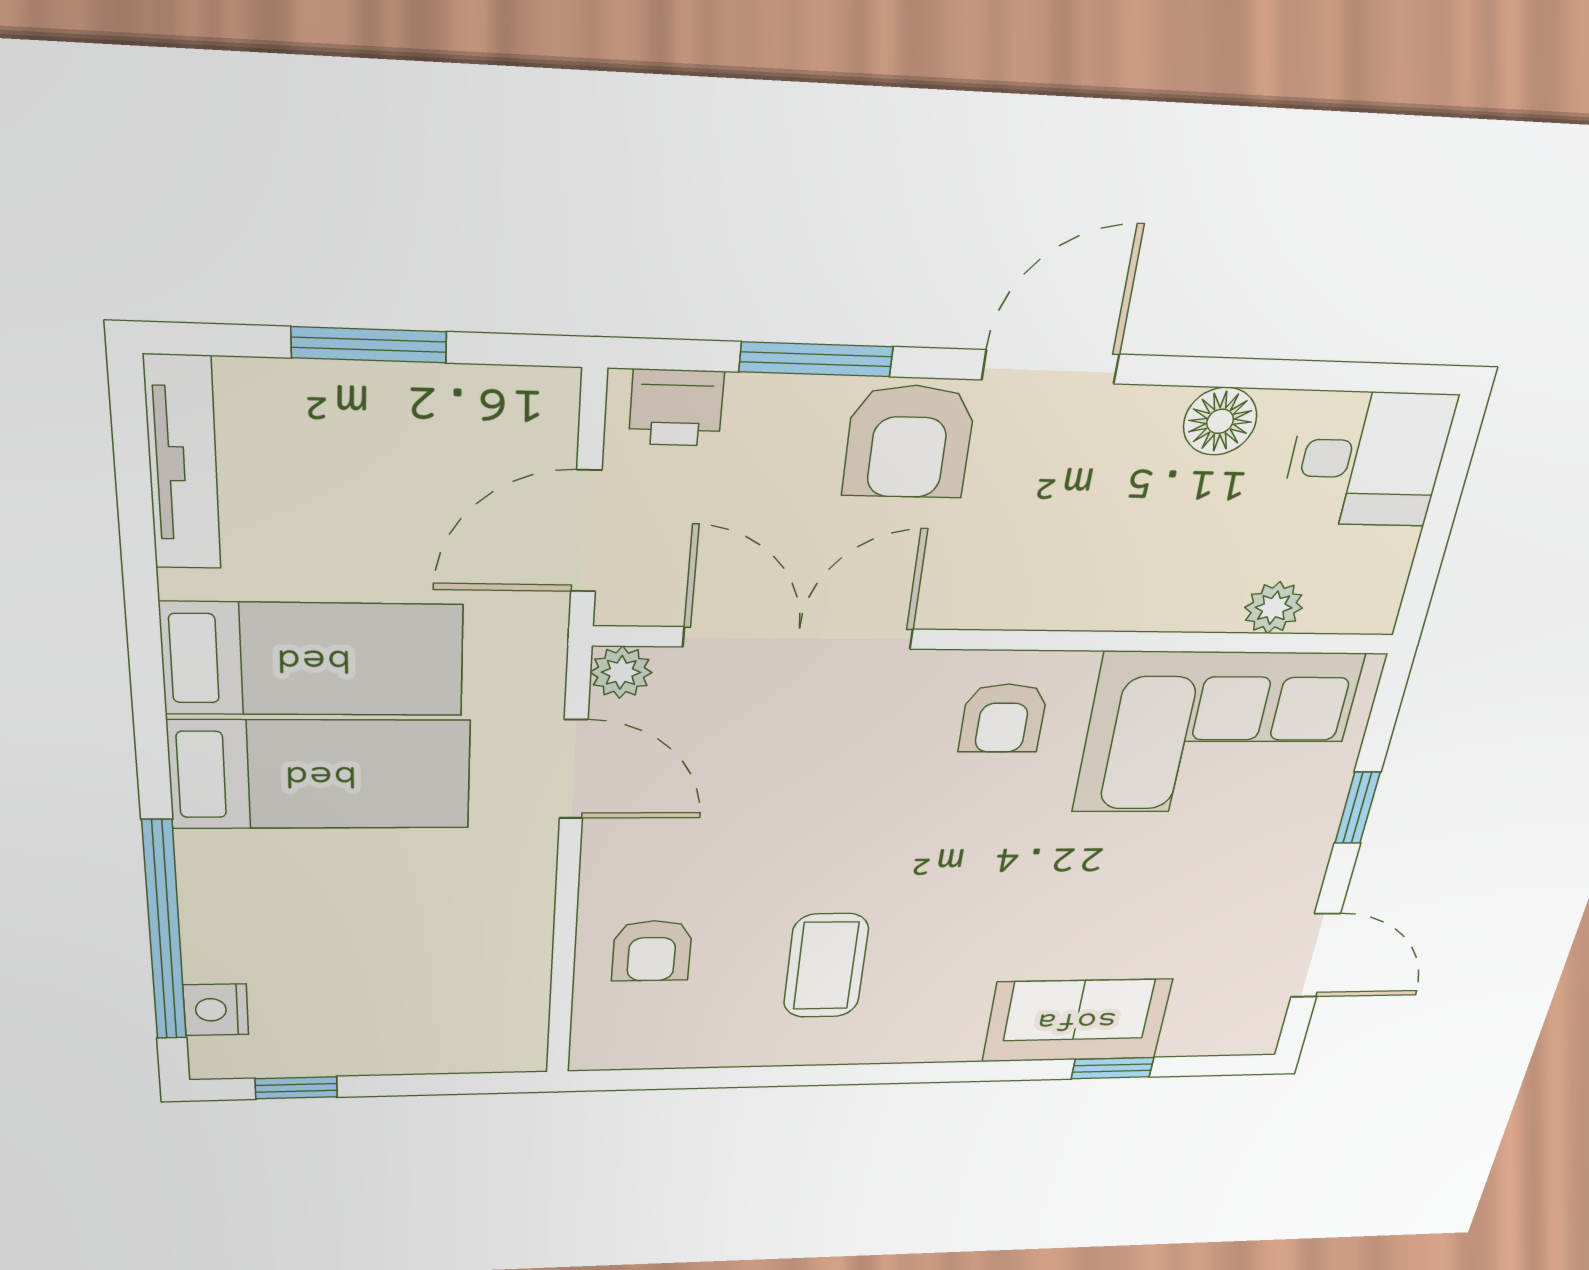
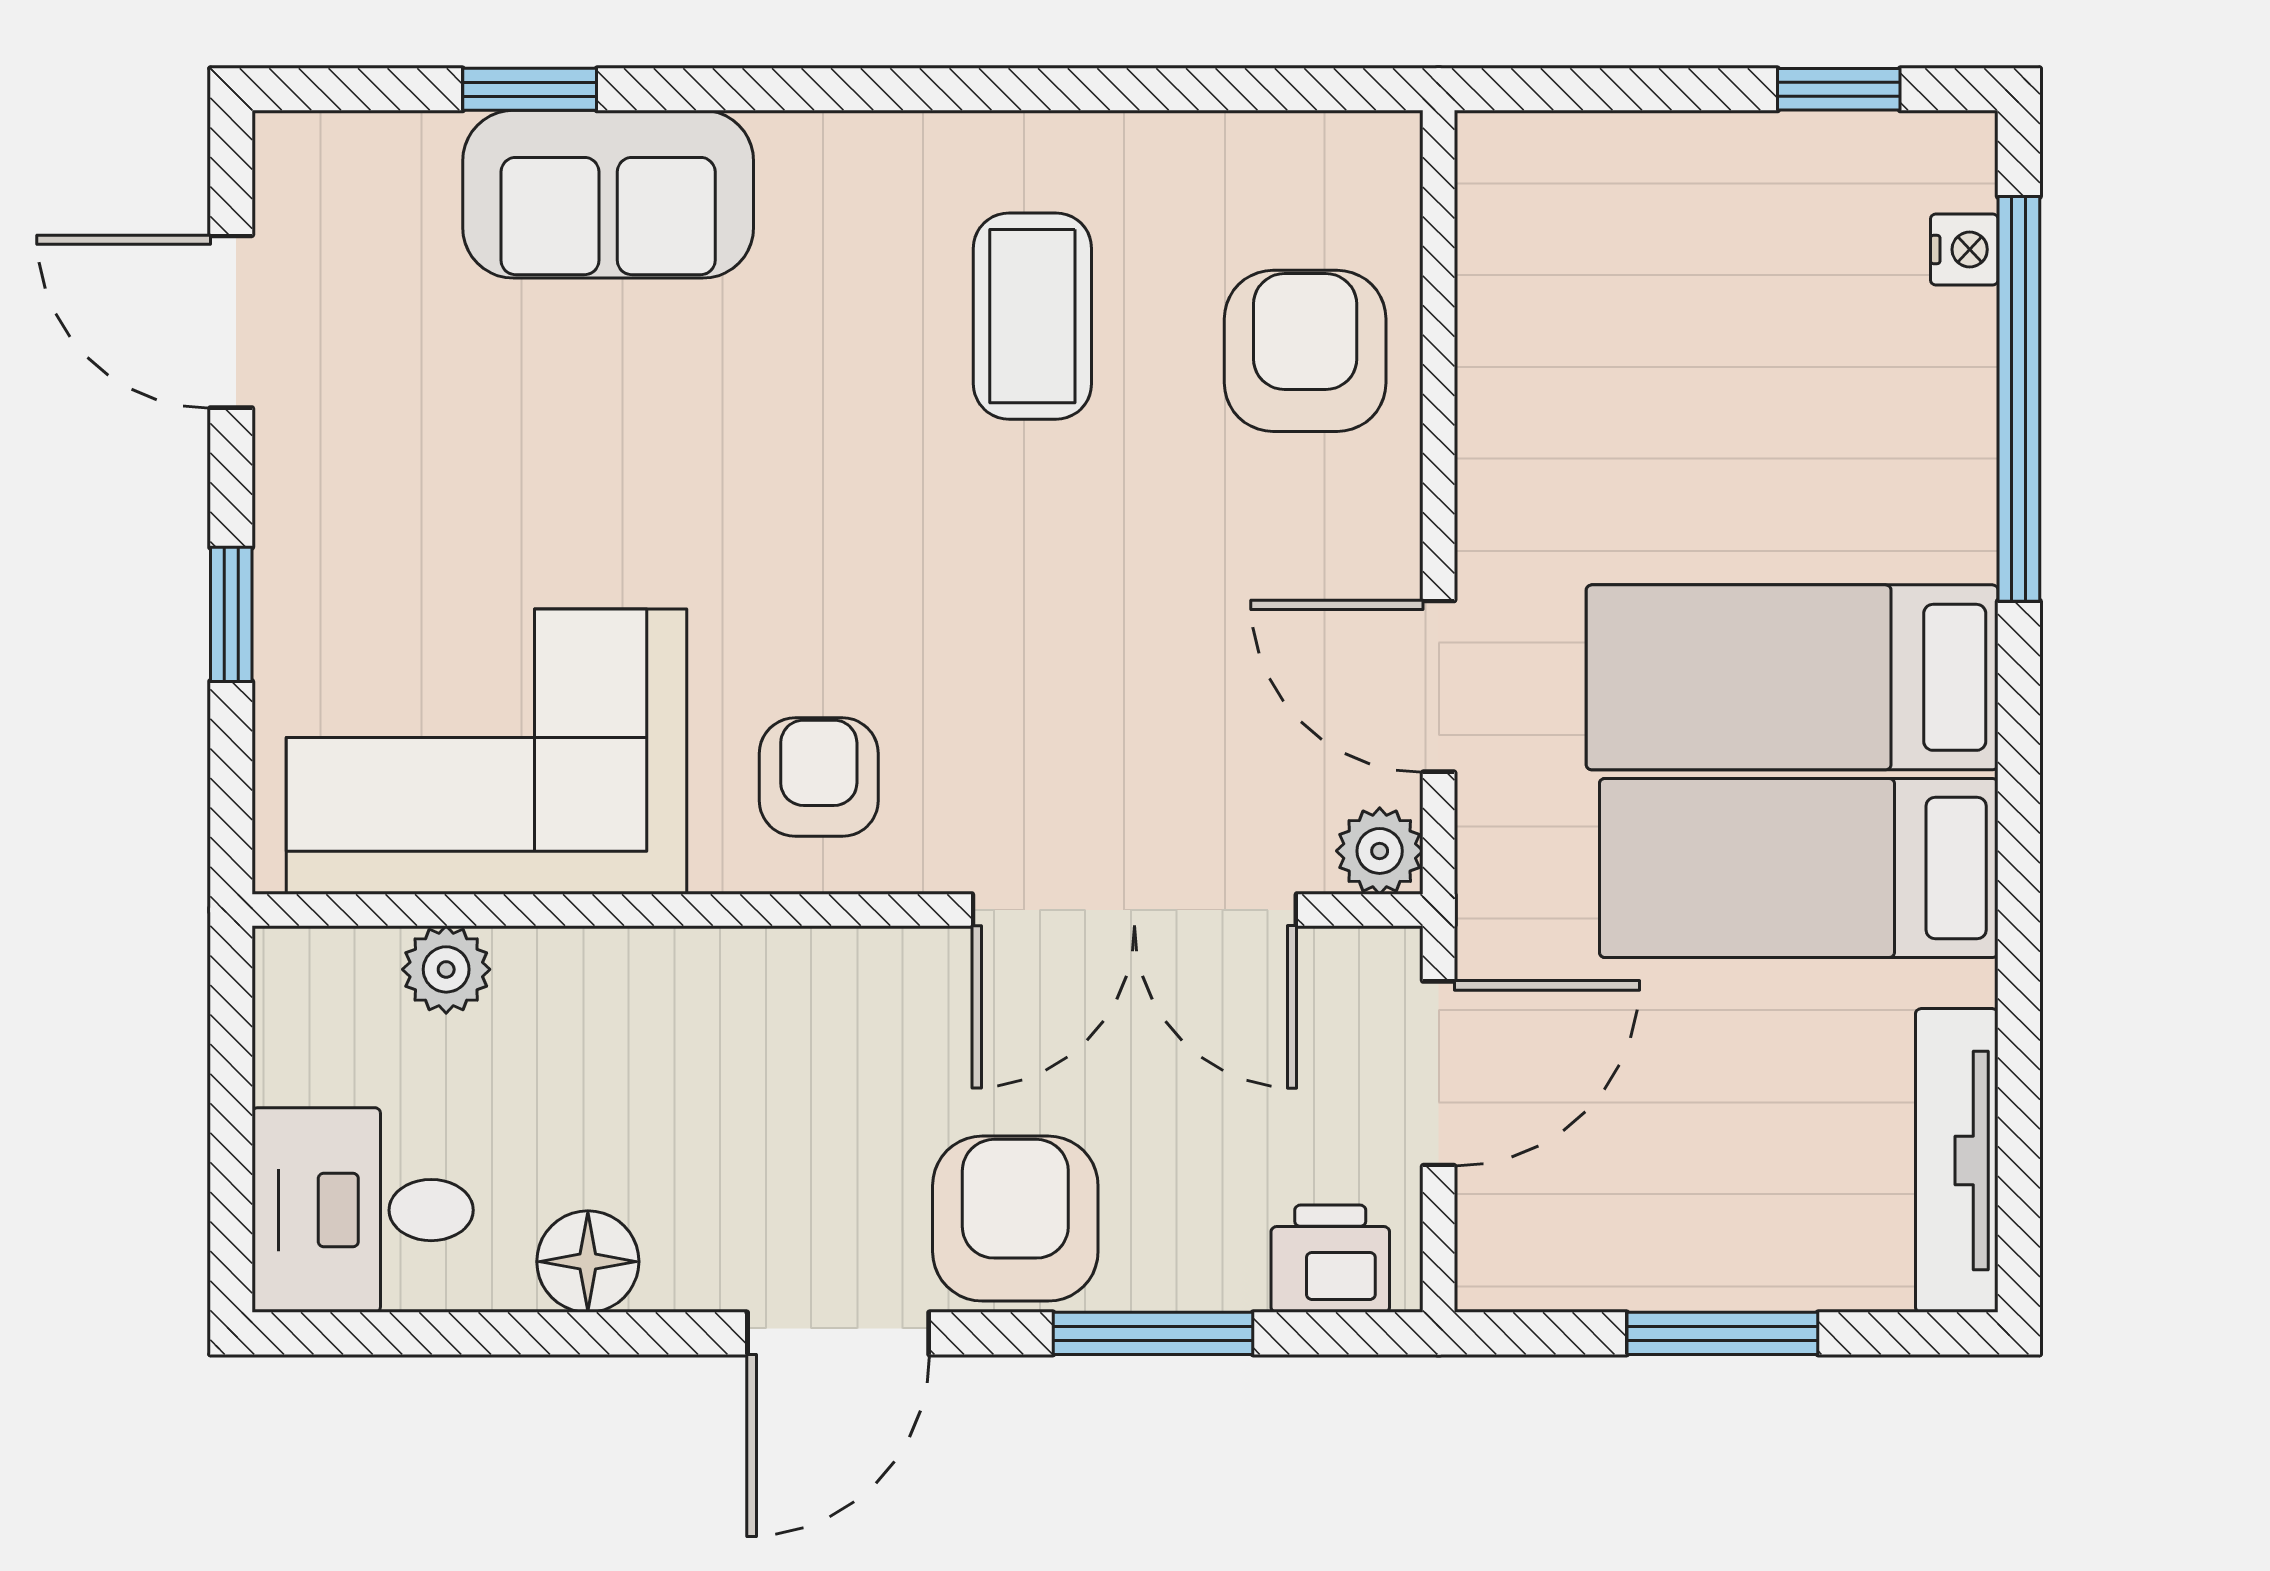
armchair: (652, 951) -> (1305, 351), width x1.38, depth x1.38
nightstand: (216, 1010) -> (1964, 249), width x0.72, depth x0.74

